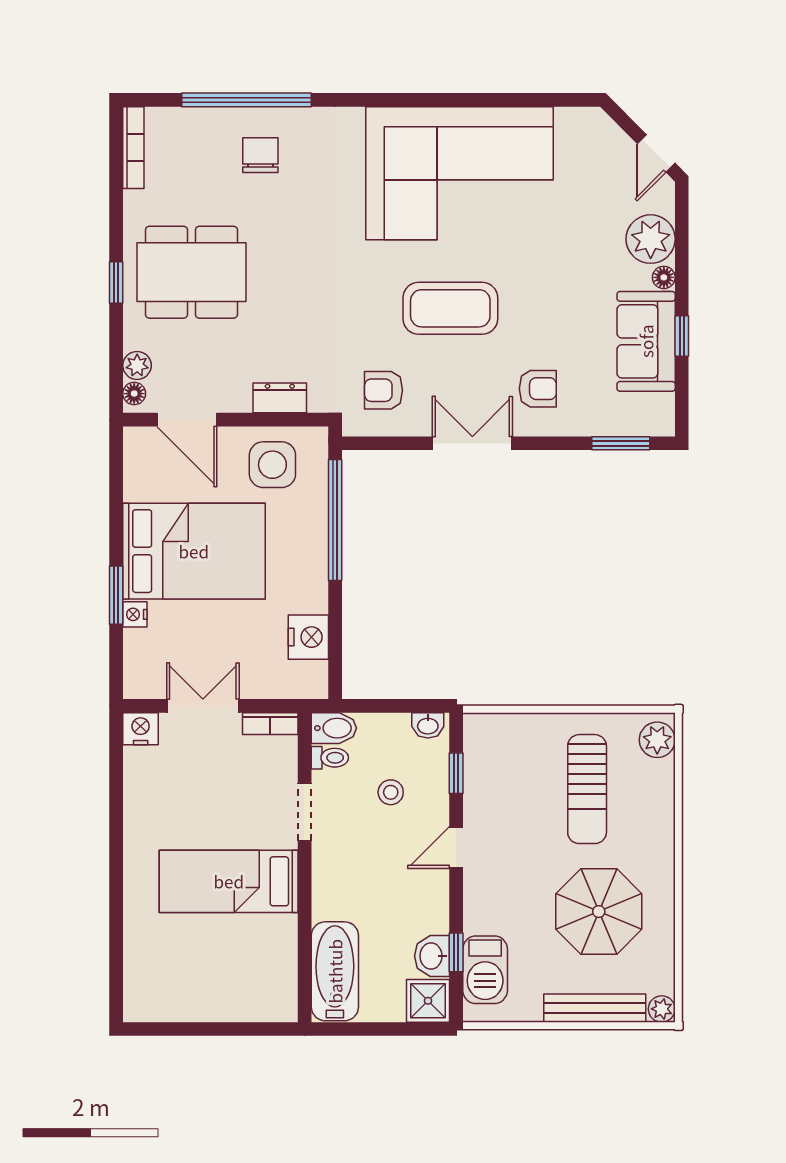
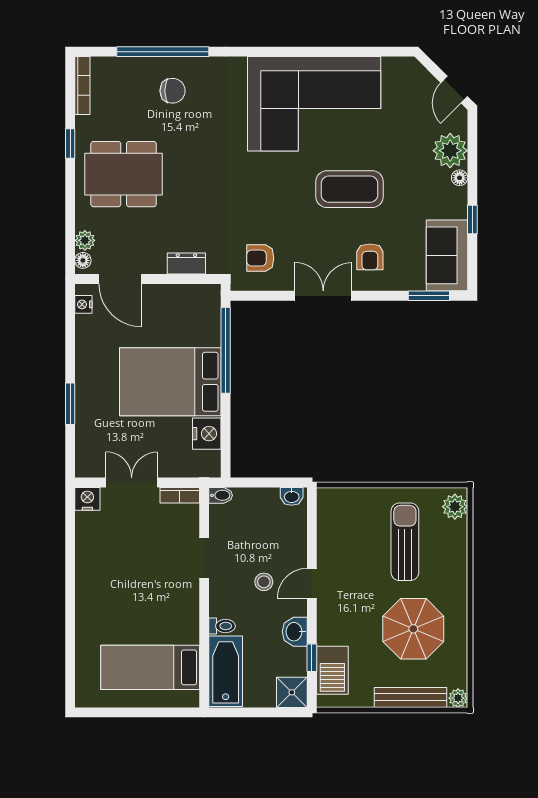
chair: (260, 155) -> (173, 91), turned 90
window: (116, 283) -> (70, 143), moved
coffee table: (450, 308) -> (350, 189), moved
sofa: (646, 341) -> (447, 255), moved
armchair: (538, 389) -> (370, 257), turned 90
side table: (272, 465) -> (181, 311), removed
bed: (194, 551) -> (170, 382), moved, turned 180
nightstand: (135, 614) -> (83, 304), moved
bidet: (334, 728) -> (221, 495), width x0.72, depth x0.74
toilet: (330, 758) -> (222, 626), moved
window: (456, 773) -> (312, 530), removed
sun lounger: (587, 789) -> (405, 542), turned 180
stool: (391, 792) -> (264, 582), moved
bed: (229, 881) -> (150, 667), moved
washbasin: (432, 956) -> (295, 632), moved

